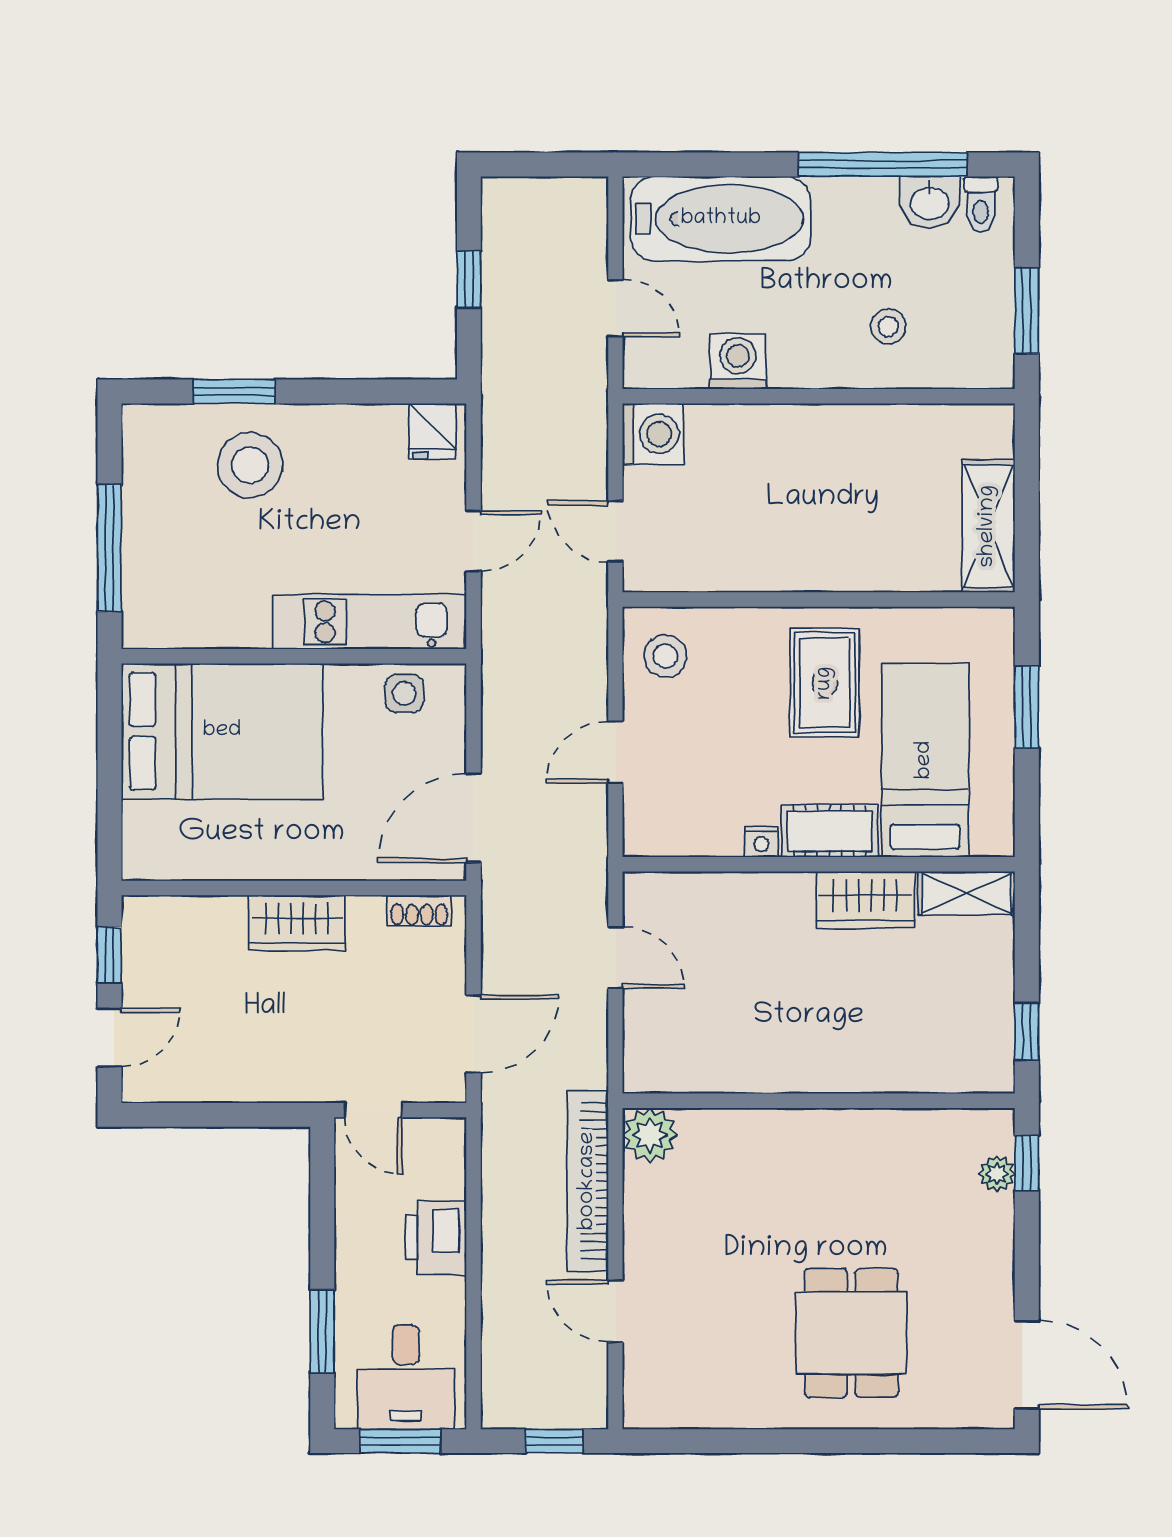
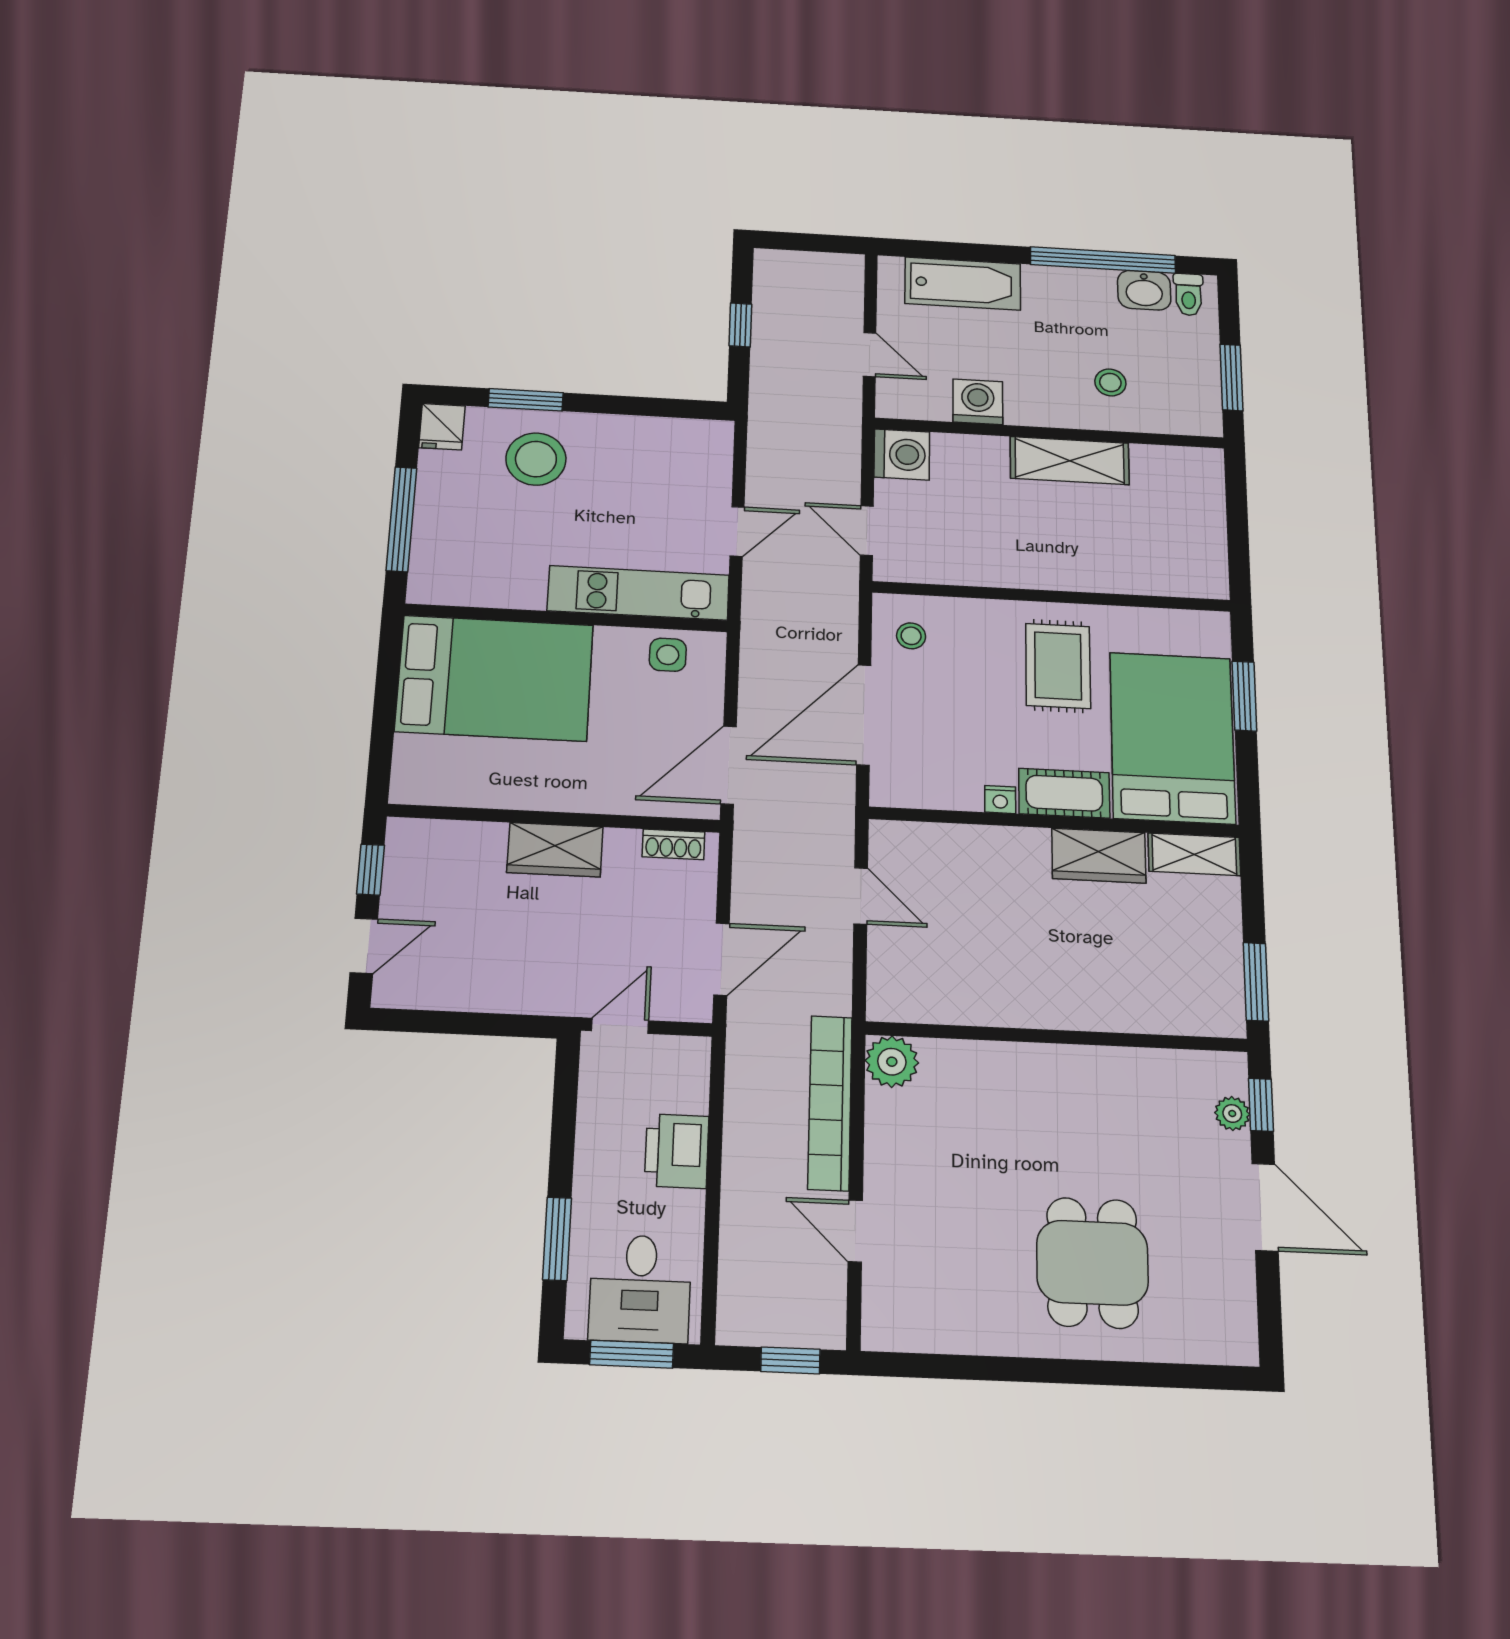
bathtub: (721, 219) -> (963, 284), width x0.73, depth x0.73
fridge: (432, 431) -> (442, 427), moved
shelving: (988, 526) -> (1070, 461), moved, turned 90
stool: (665, 656) -> (911, 636), width x0.73, depth x0.73
door: (615, 752) -> (864, 715), width x1.88
bed: (925, 760) -> (1172, 738), width x1.50
window: (1027, 1031) -> (1256, 982), width x1.50
door: (373, 1110) -> (620, 1026), swing flipped
door: (1027, 1365) -> (1265, 1207), moved

